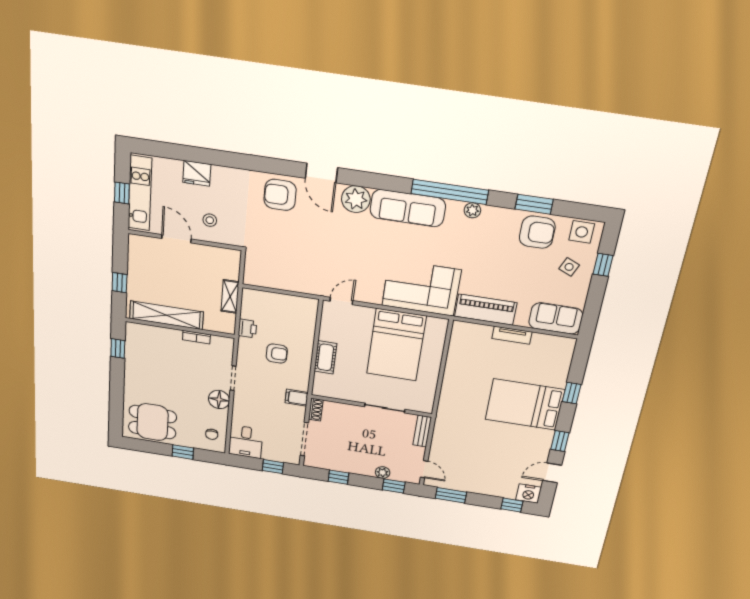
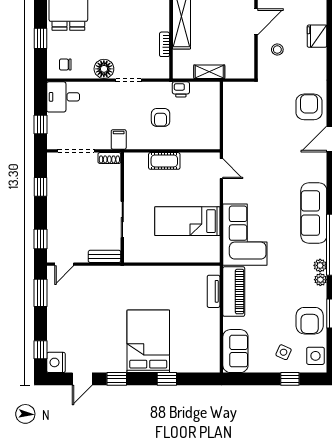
plant: (356, 199) -> (320, 280), moved, width x0.53, depth x0.53
tv unit: (512, 335) -> (214, 291), moved
bed: (396, 345) -> (187, 221), width x0.67
plant: (383, 473) -> (53, 227), removed
door: (552, 473) -> (82, 379), swing flipped

